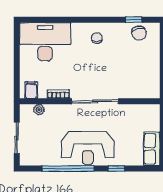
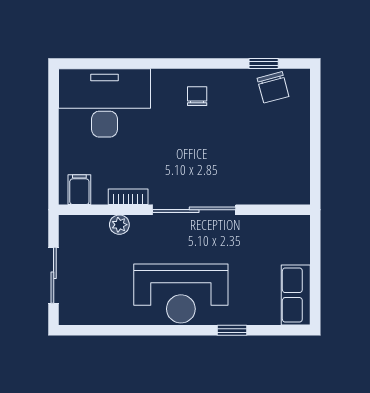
plant: (39, 110) -> (119, 225), moved
window: (68, 169) -> (145, 330), removed

